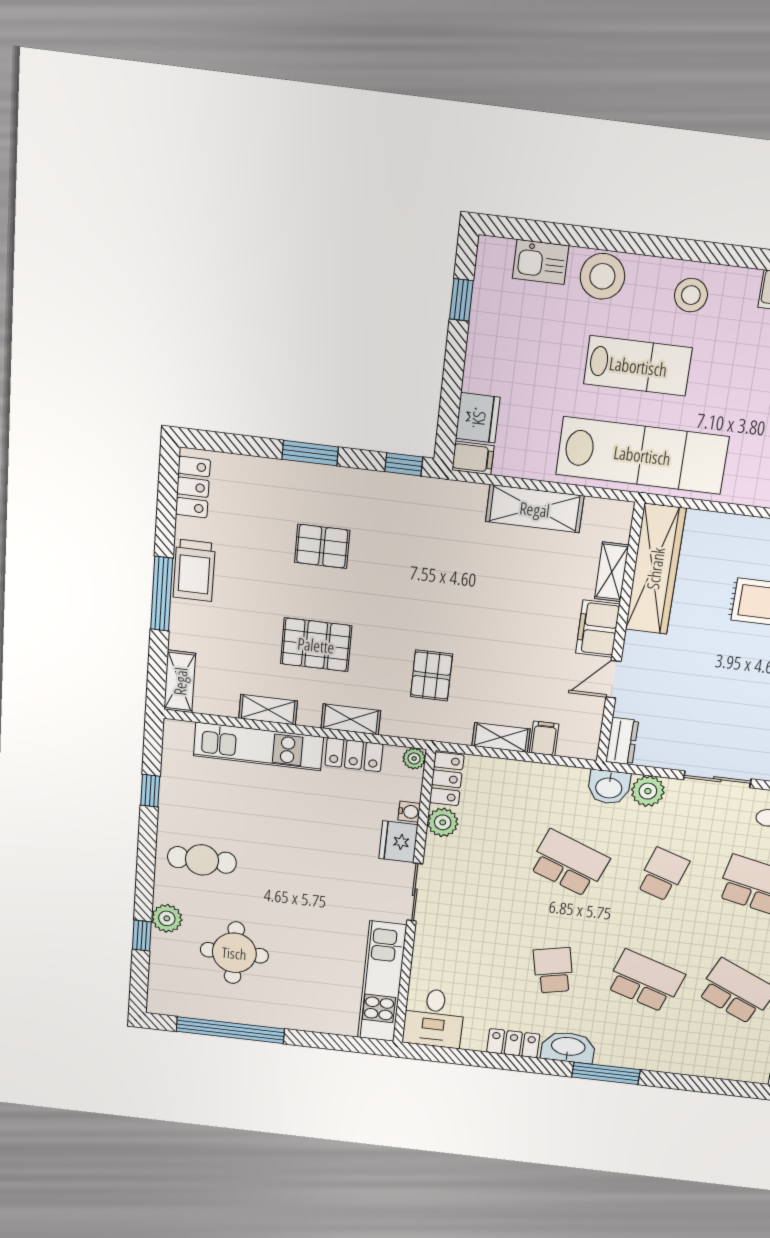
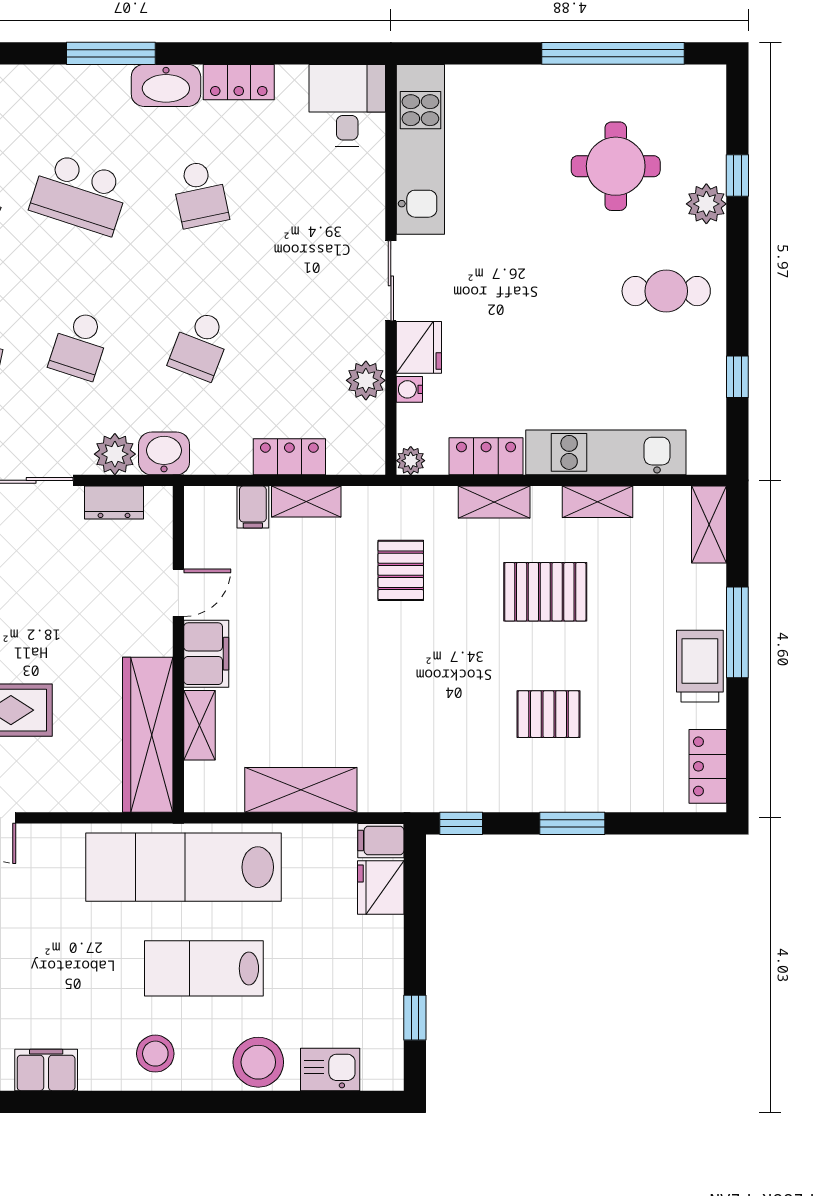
dresser: (622, 741) -> (114, 502), moved, turned -90
locker: (447, 779) -> (289, 457), moved, turned 90
school desk: (569, 863) -> (200, 345), width x0.54

